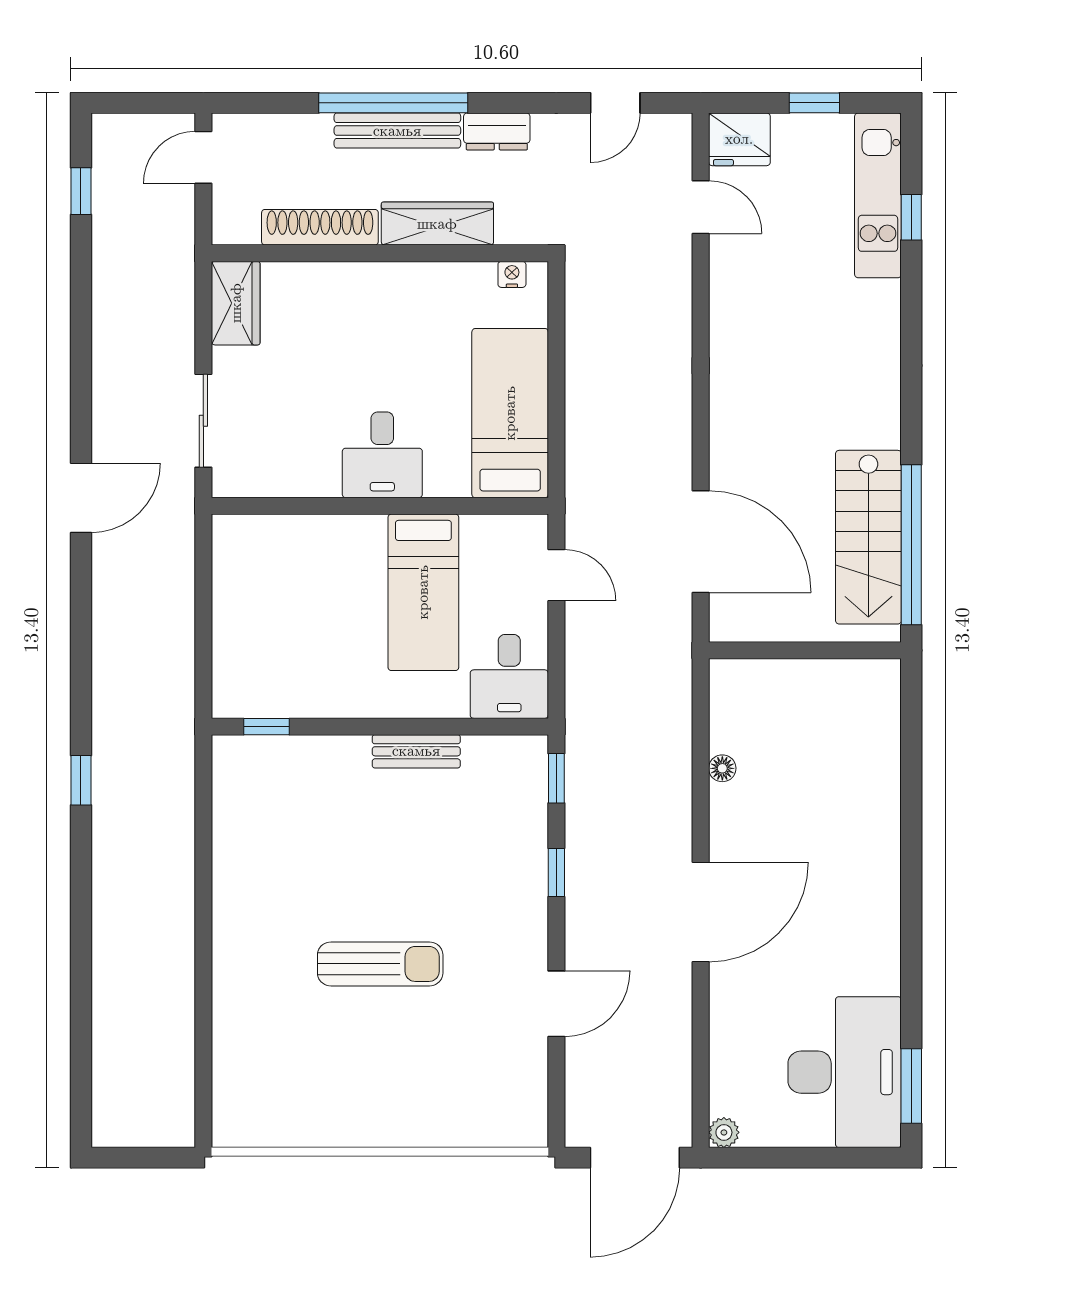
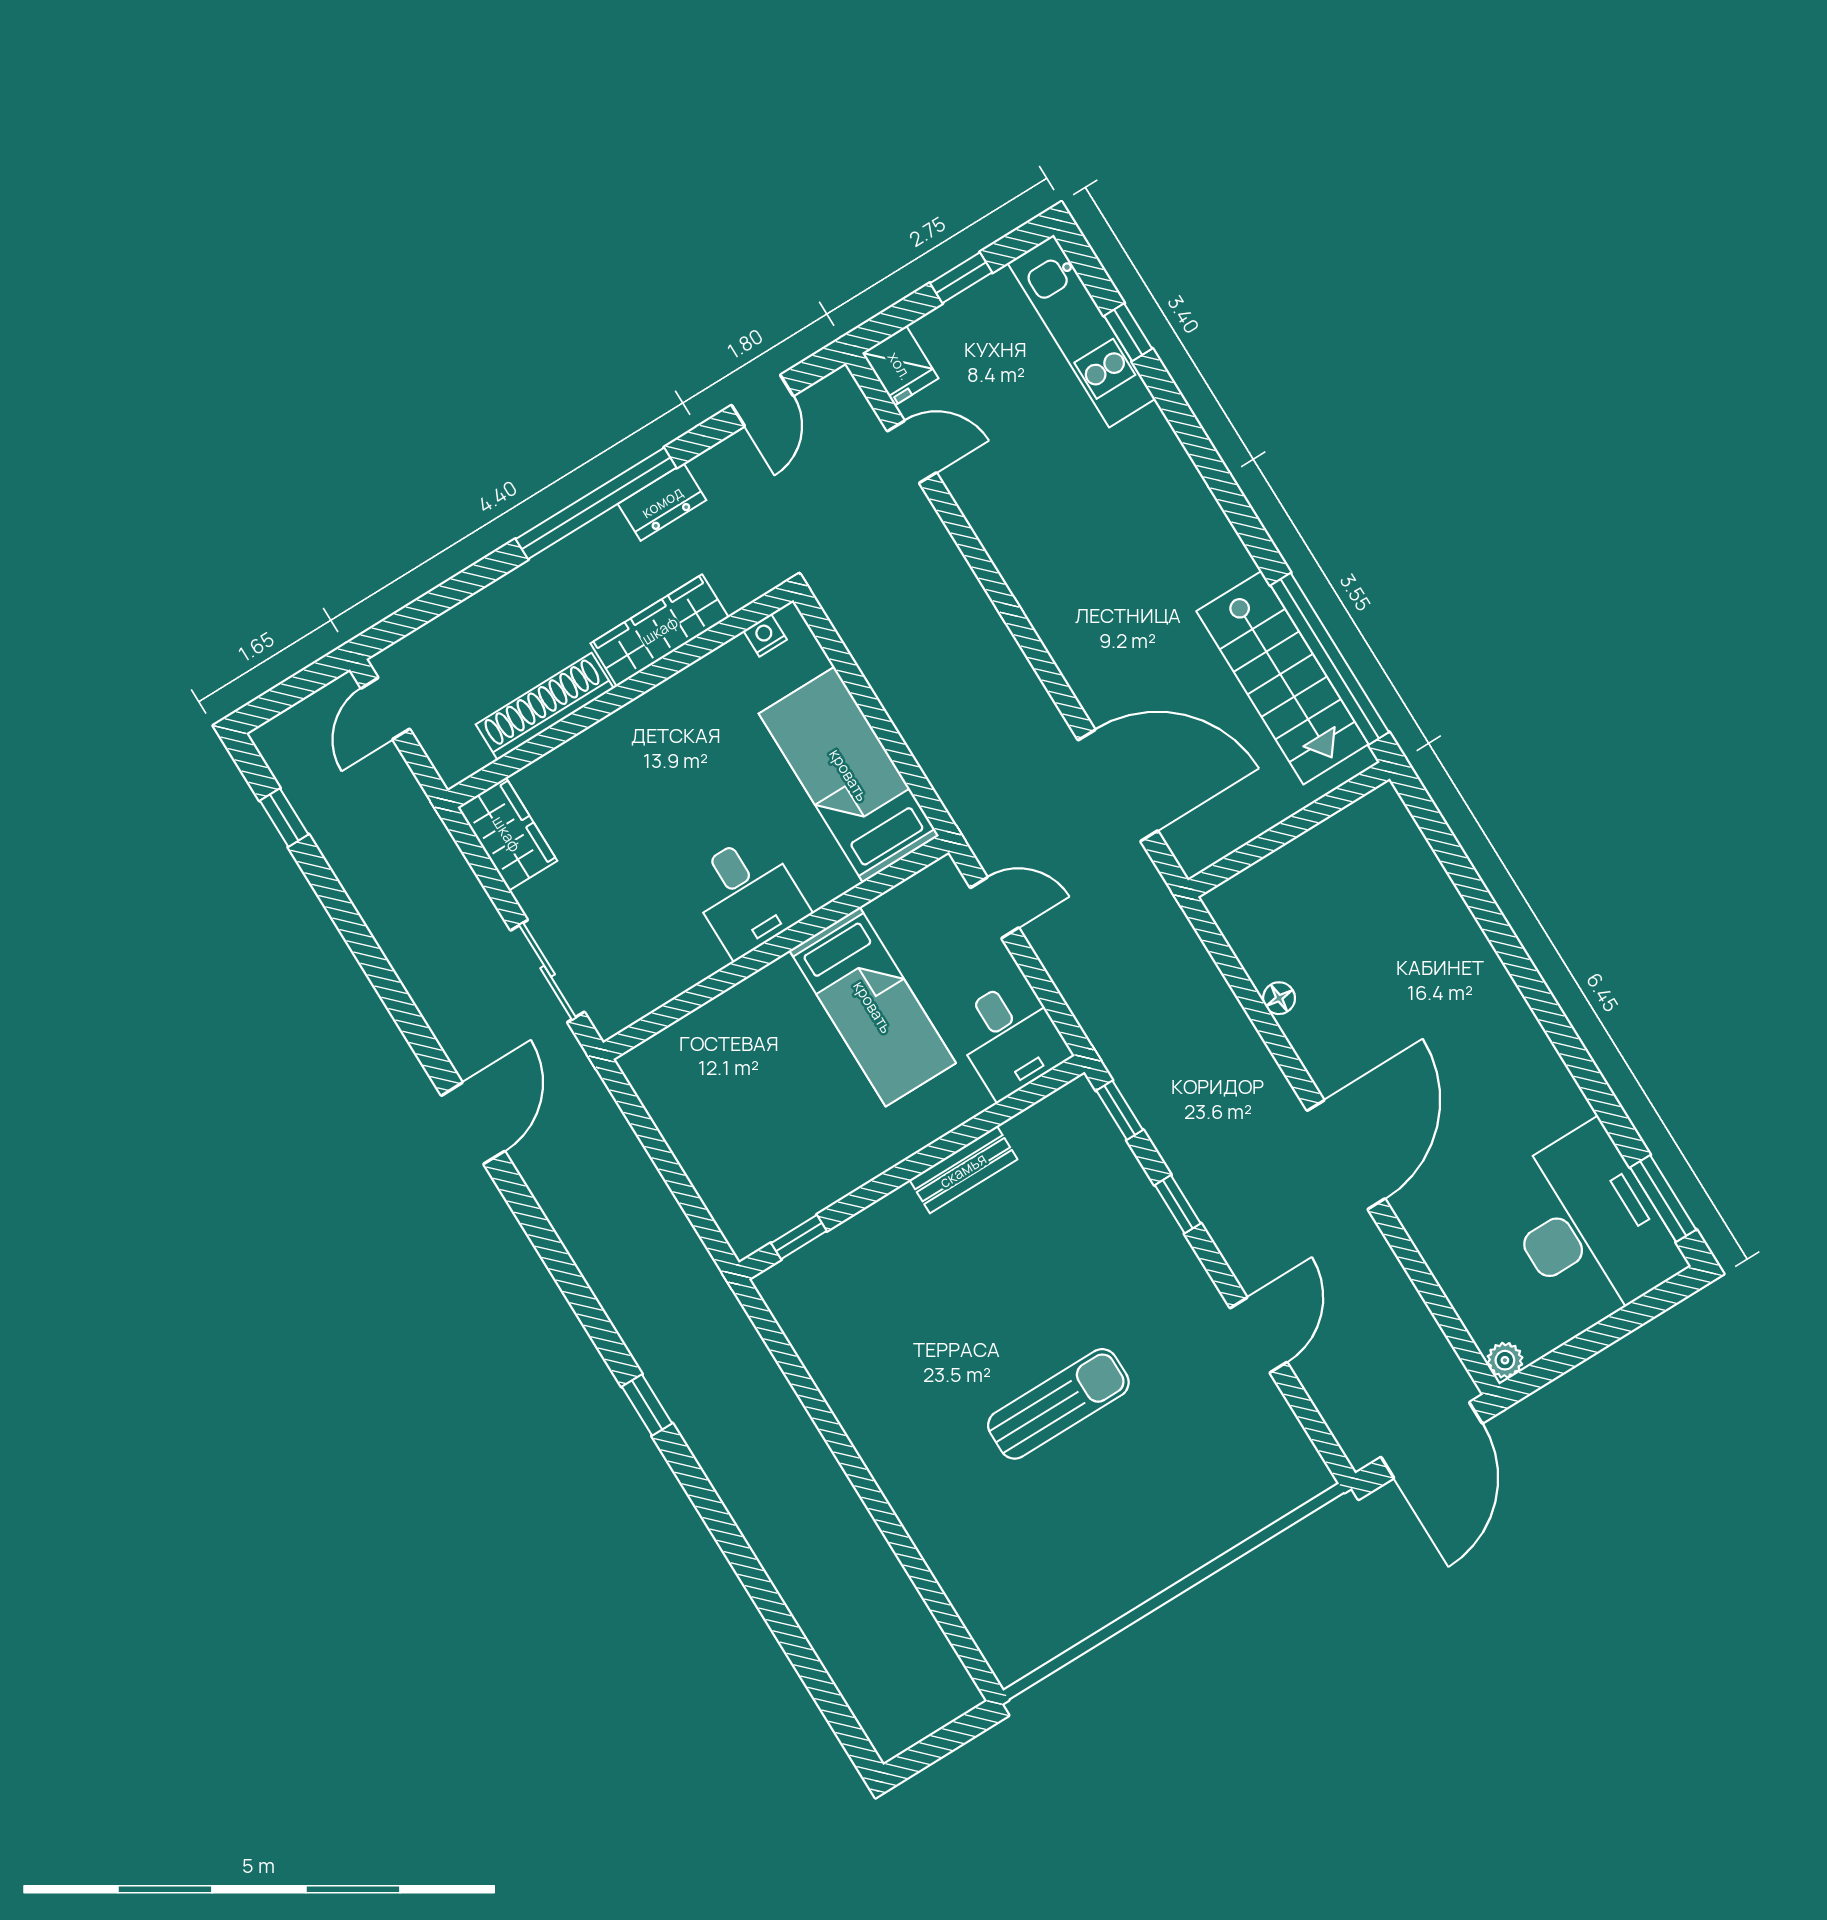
window: (393, 103) -> (596, 503), moved
bench: (397, 131) -> (562, 562), removed
fridge: (739, 139) -> (900, 366), width x0.72

